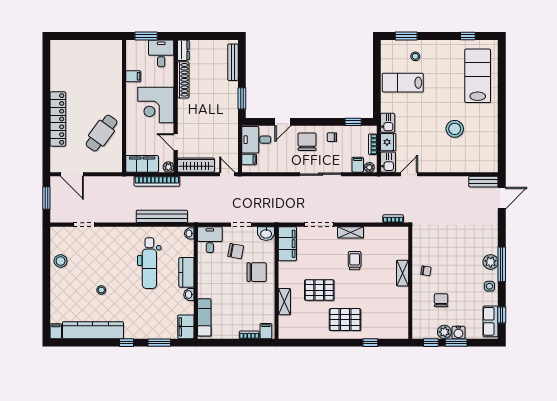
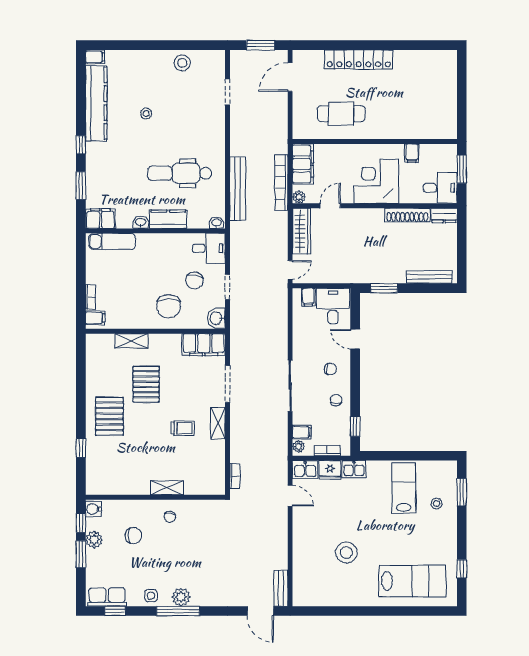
cafe table: (101, 133) -> (341, 114), turned -36
chair: (307, 142) -> (330, 369), width x0.54, depth x0.54
water cooler: (458, 332) -> (93, 509), moved

